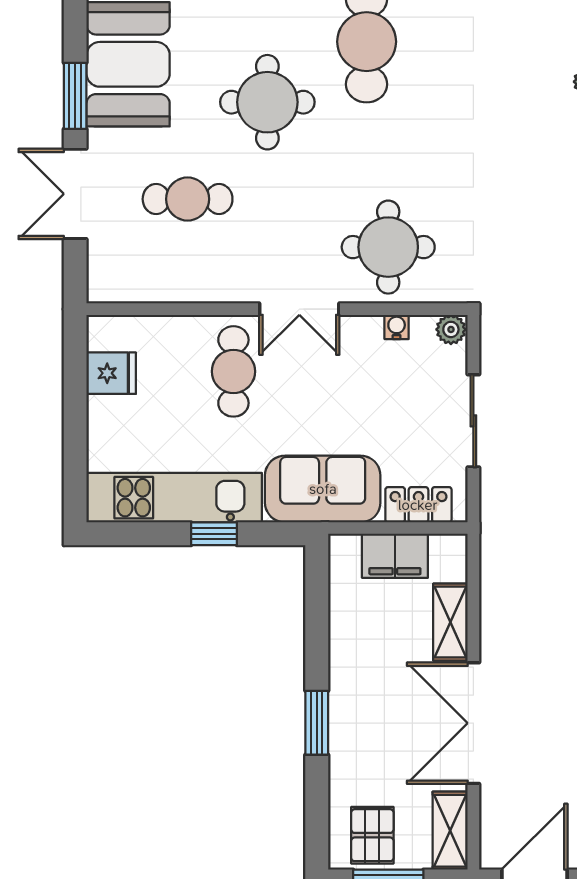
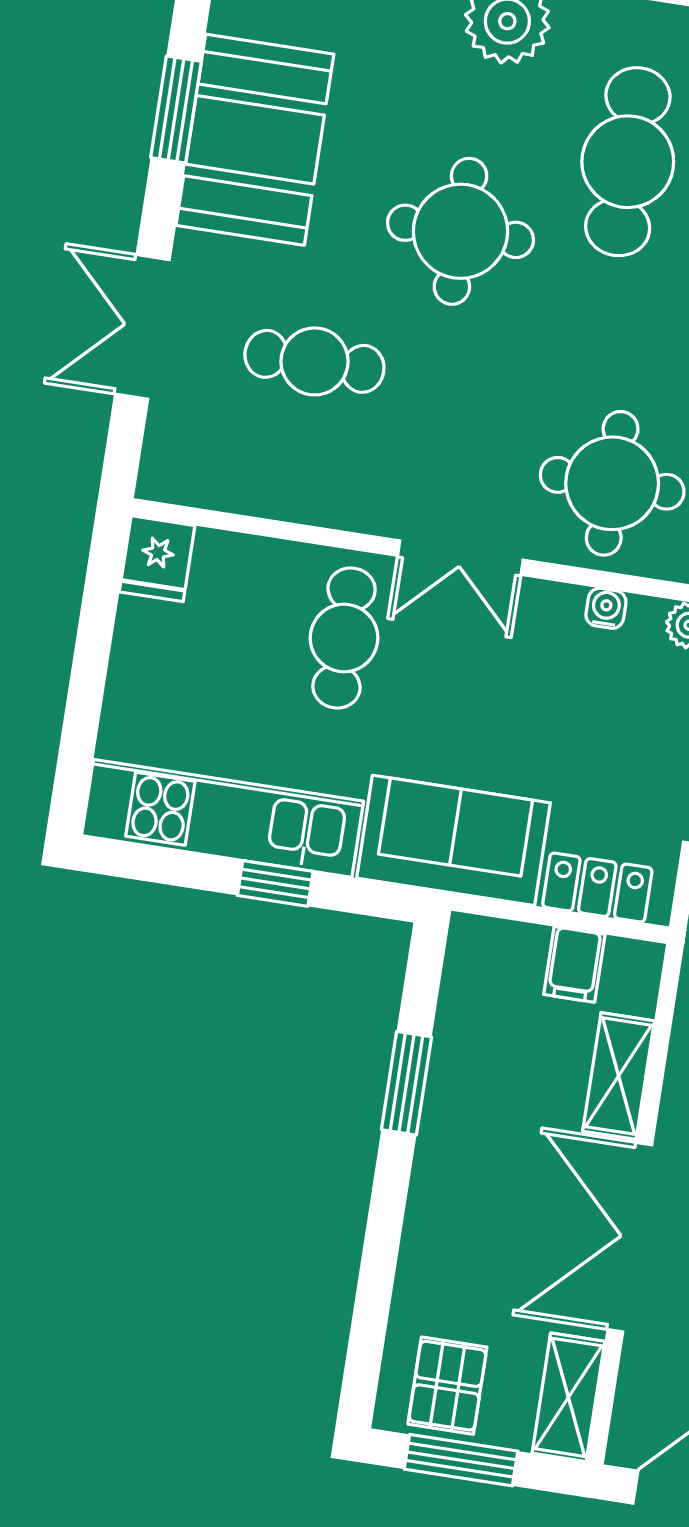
window: (75, 96) -> (176, 109), moved
fridge: (111, 373) -> (157, 559), moved, turned 90
filing cabinet: (395, 556) -> (574, 964), width x0.50
window: (317, 723) -> (406, 1083), moved

